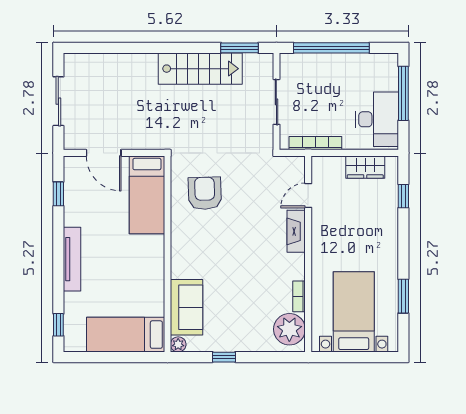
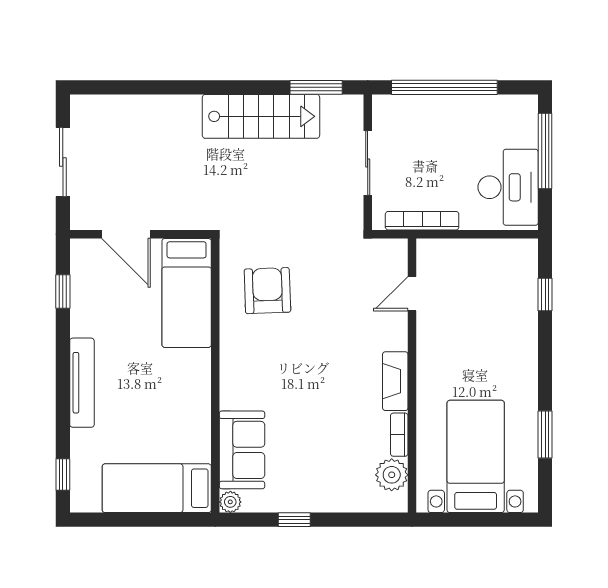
wardrobe: (365, 167) -> (492, 254), removed
fireplace: (296, 231) -> (395, 381), moved
plant: (289, 329) -> (392, 475), width x0.73, depth x0.73

